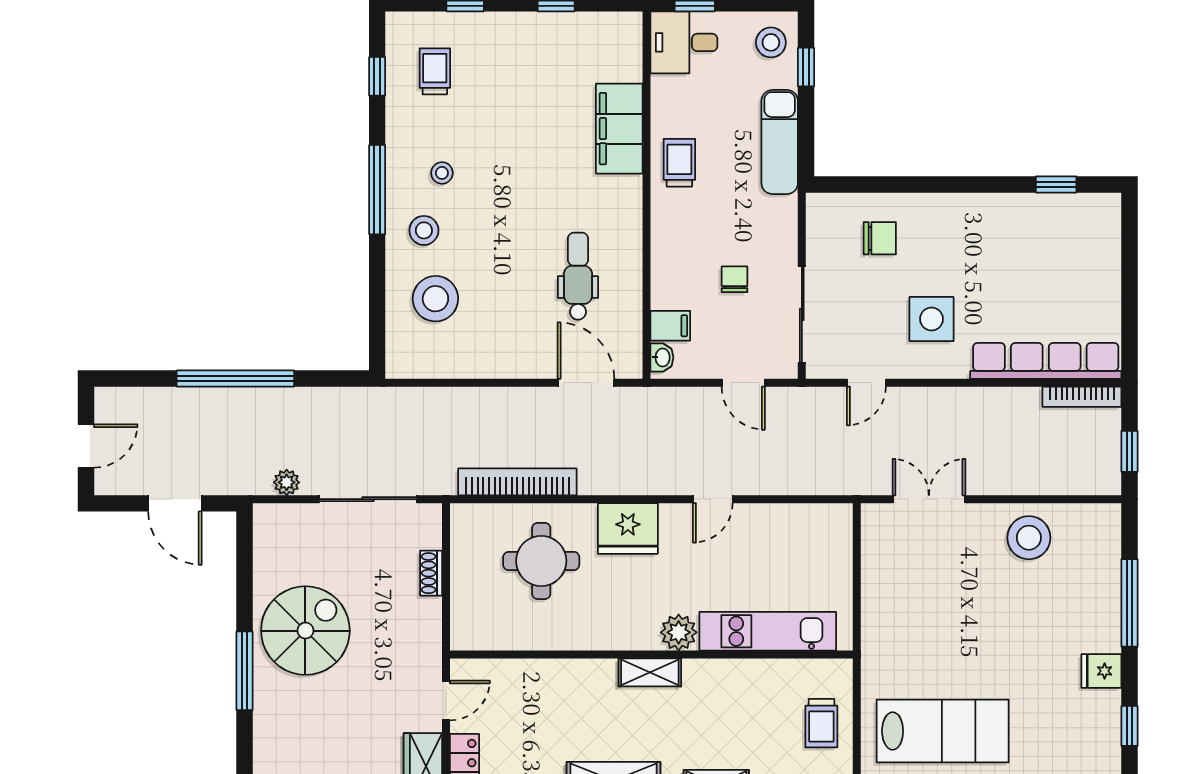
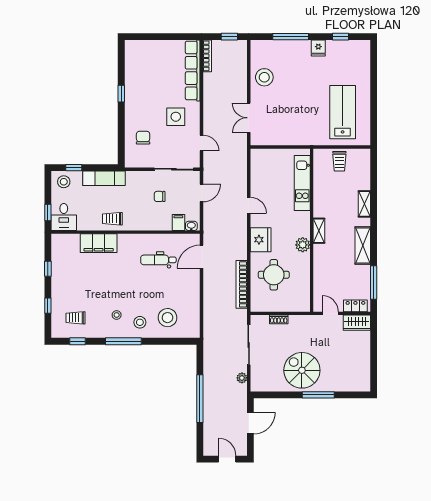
window: (1056, 184) -> (121, 94), moved
plant: (679, 632) -> (303, 245), moved
trolley: (821, 723) -> (339, 161), turned 90

